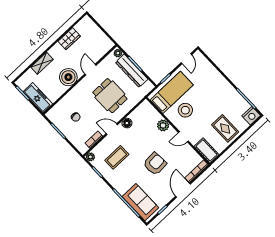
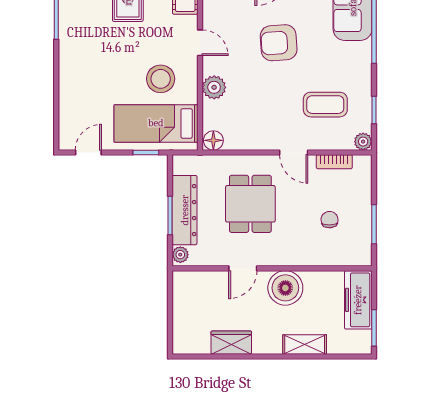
floor lamp: (127, 123) -> (213, 140), moved

